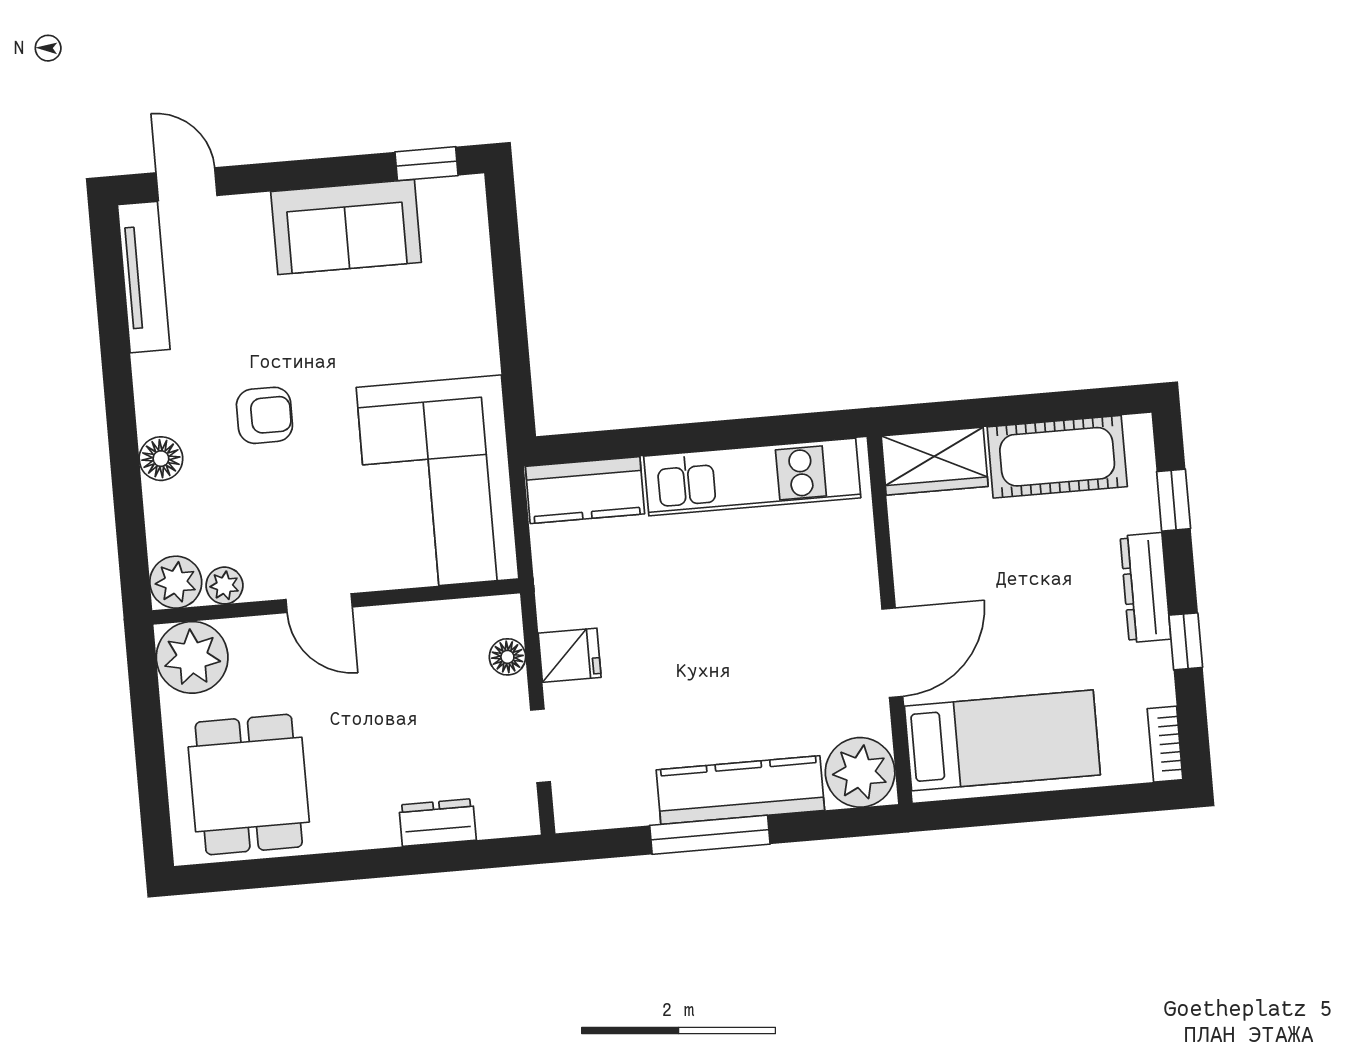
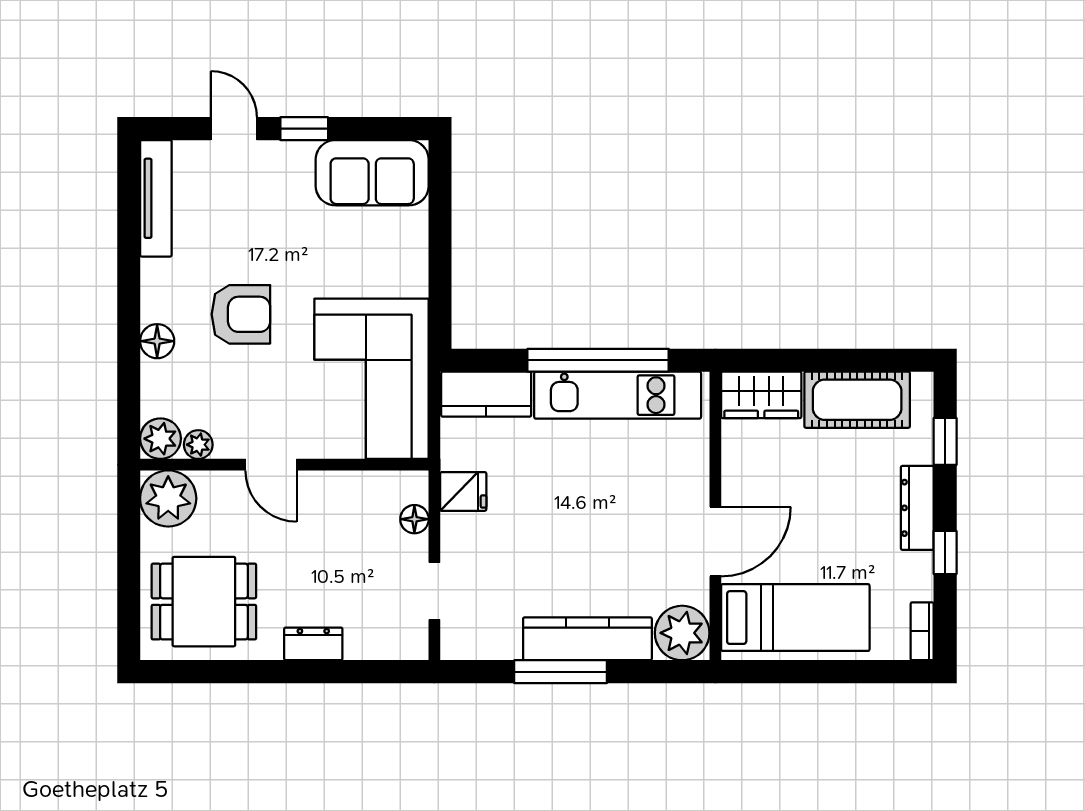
window: (427, 164) -> (304, 129), moved
door: (187, 184) -> (234, 129), moved
sofa: (346, 227) -> (372, 173), moved
armchair: (264, 415) -> (241, 314), width x1.38, depth x1.38
window: (724, 435) -> (598, 360), added
fridge: (570, 655) -> (463, 491), moved
dining table: (249, 785) -> (204, 602), turned 90
dresser: (438, 823) -> (313, 644), moved

